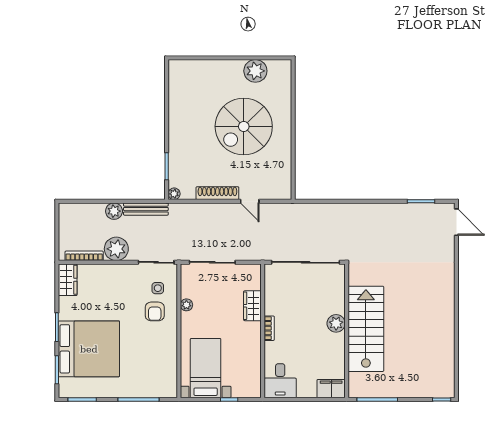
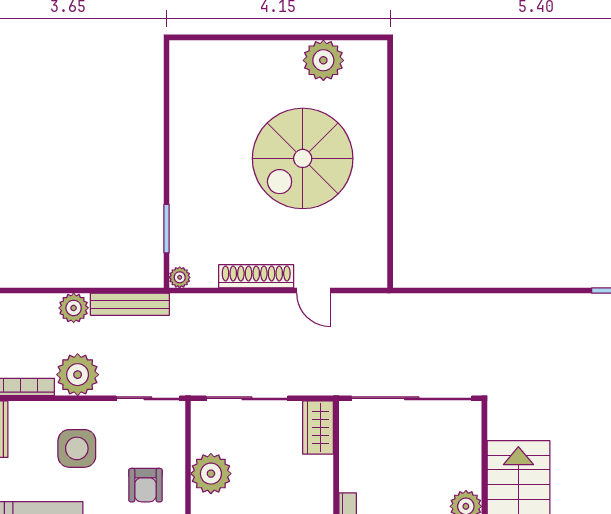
side table: (158, 288) -> (77, 448), moved, width x1.87, depth x1.87
plant: (186, 305) -> (211, 474), width x1.87, depth x1.87
wardrobe: (252, 306) -> (318, 428), moved

